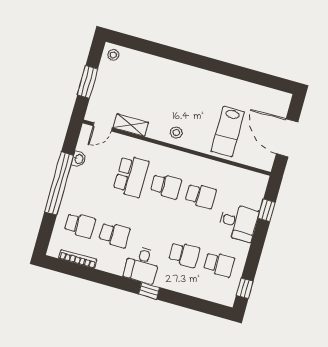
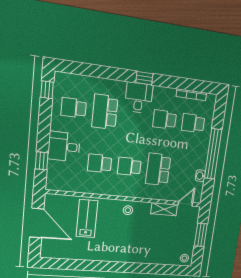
school desk: (184, 254) -> (105, 112), width x1.85
window: (149, 291) -> (144, 78), moved

